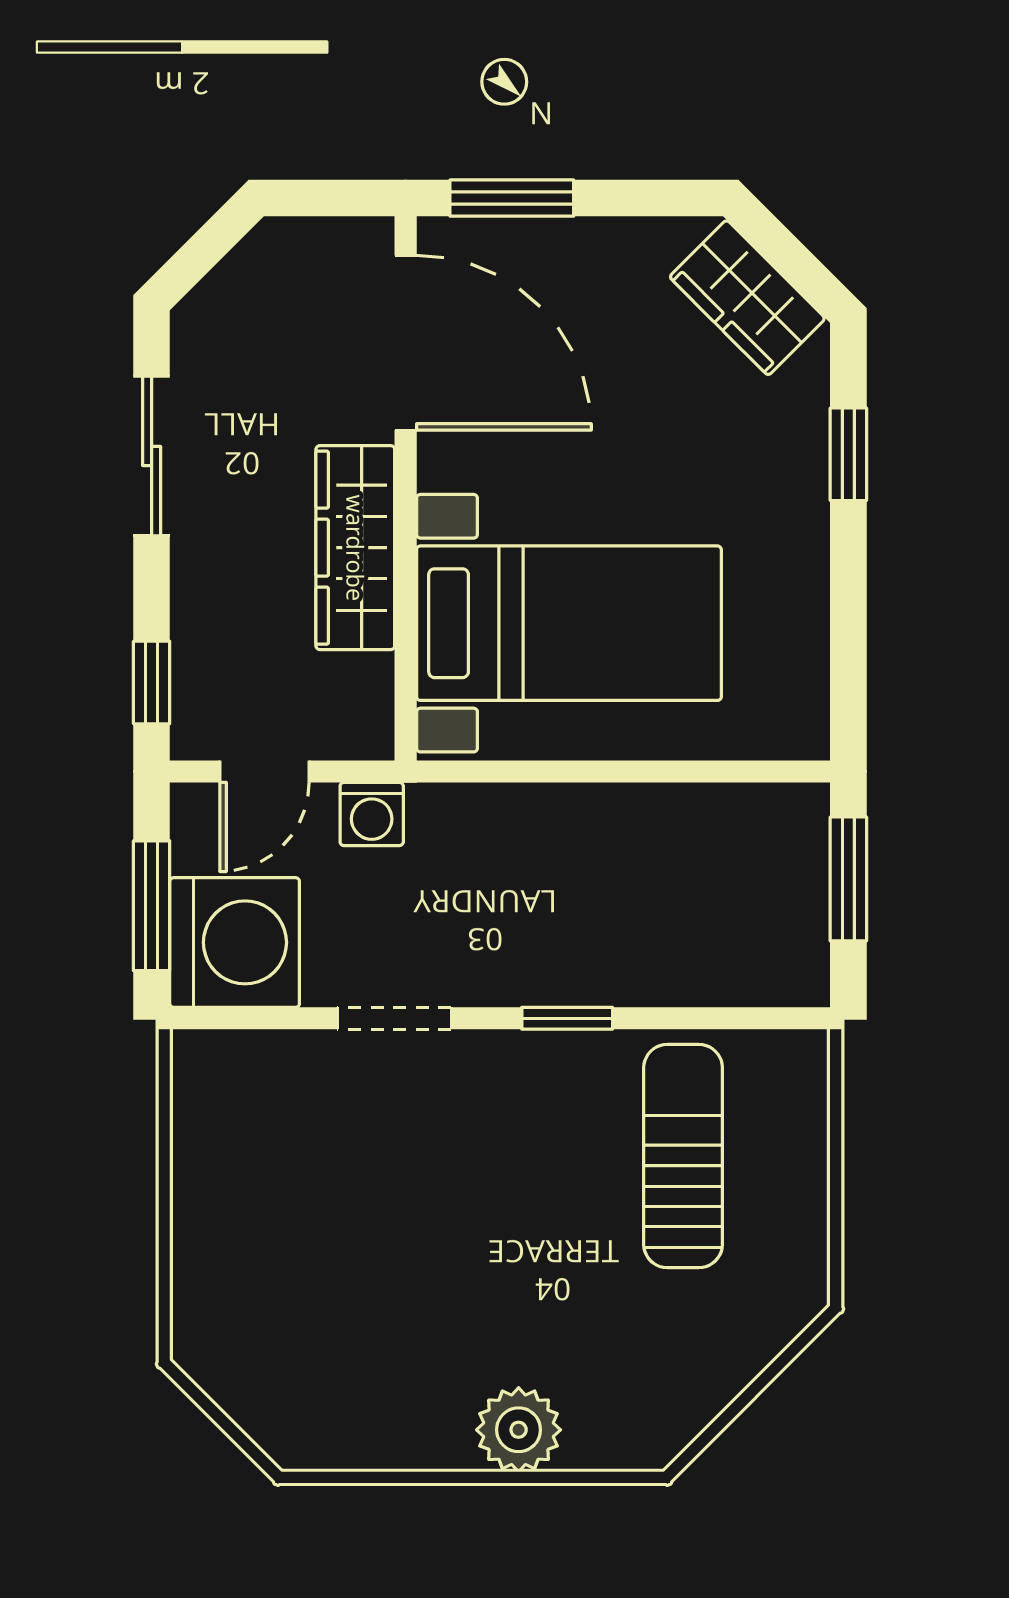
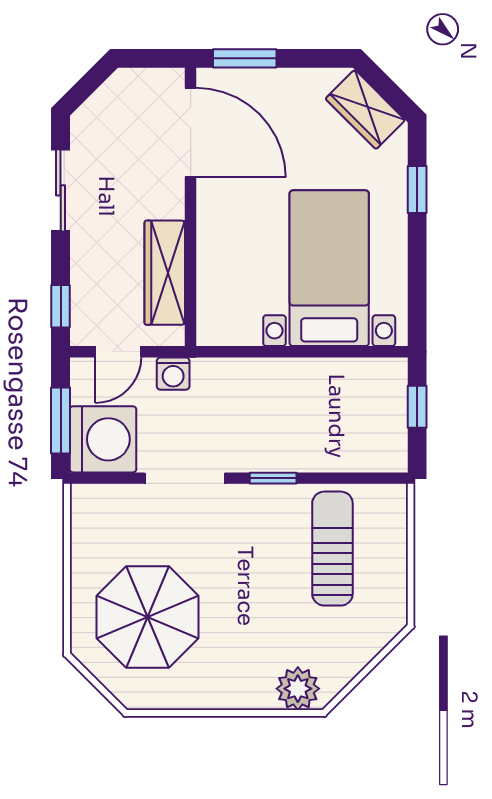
wardrobe: (355, 548) -> (165, 273), moved
bed with nightstands: (569, 623) -> (329, 268), moved, turned -90
window: (848, 879) -> (417, 407), width x0.67
doorway: (394, 1018) -> (185, 478), width x1.38
parasol: (322, 1290) -> (147, 617), added
plant: (519, 1430) -> (298, 689), moved

